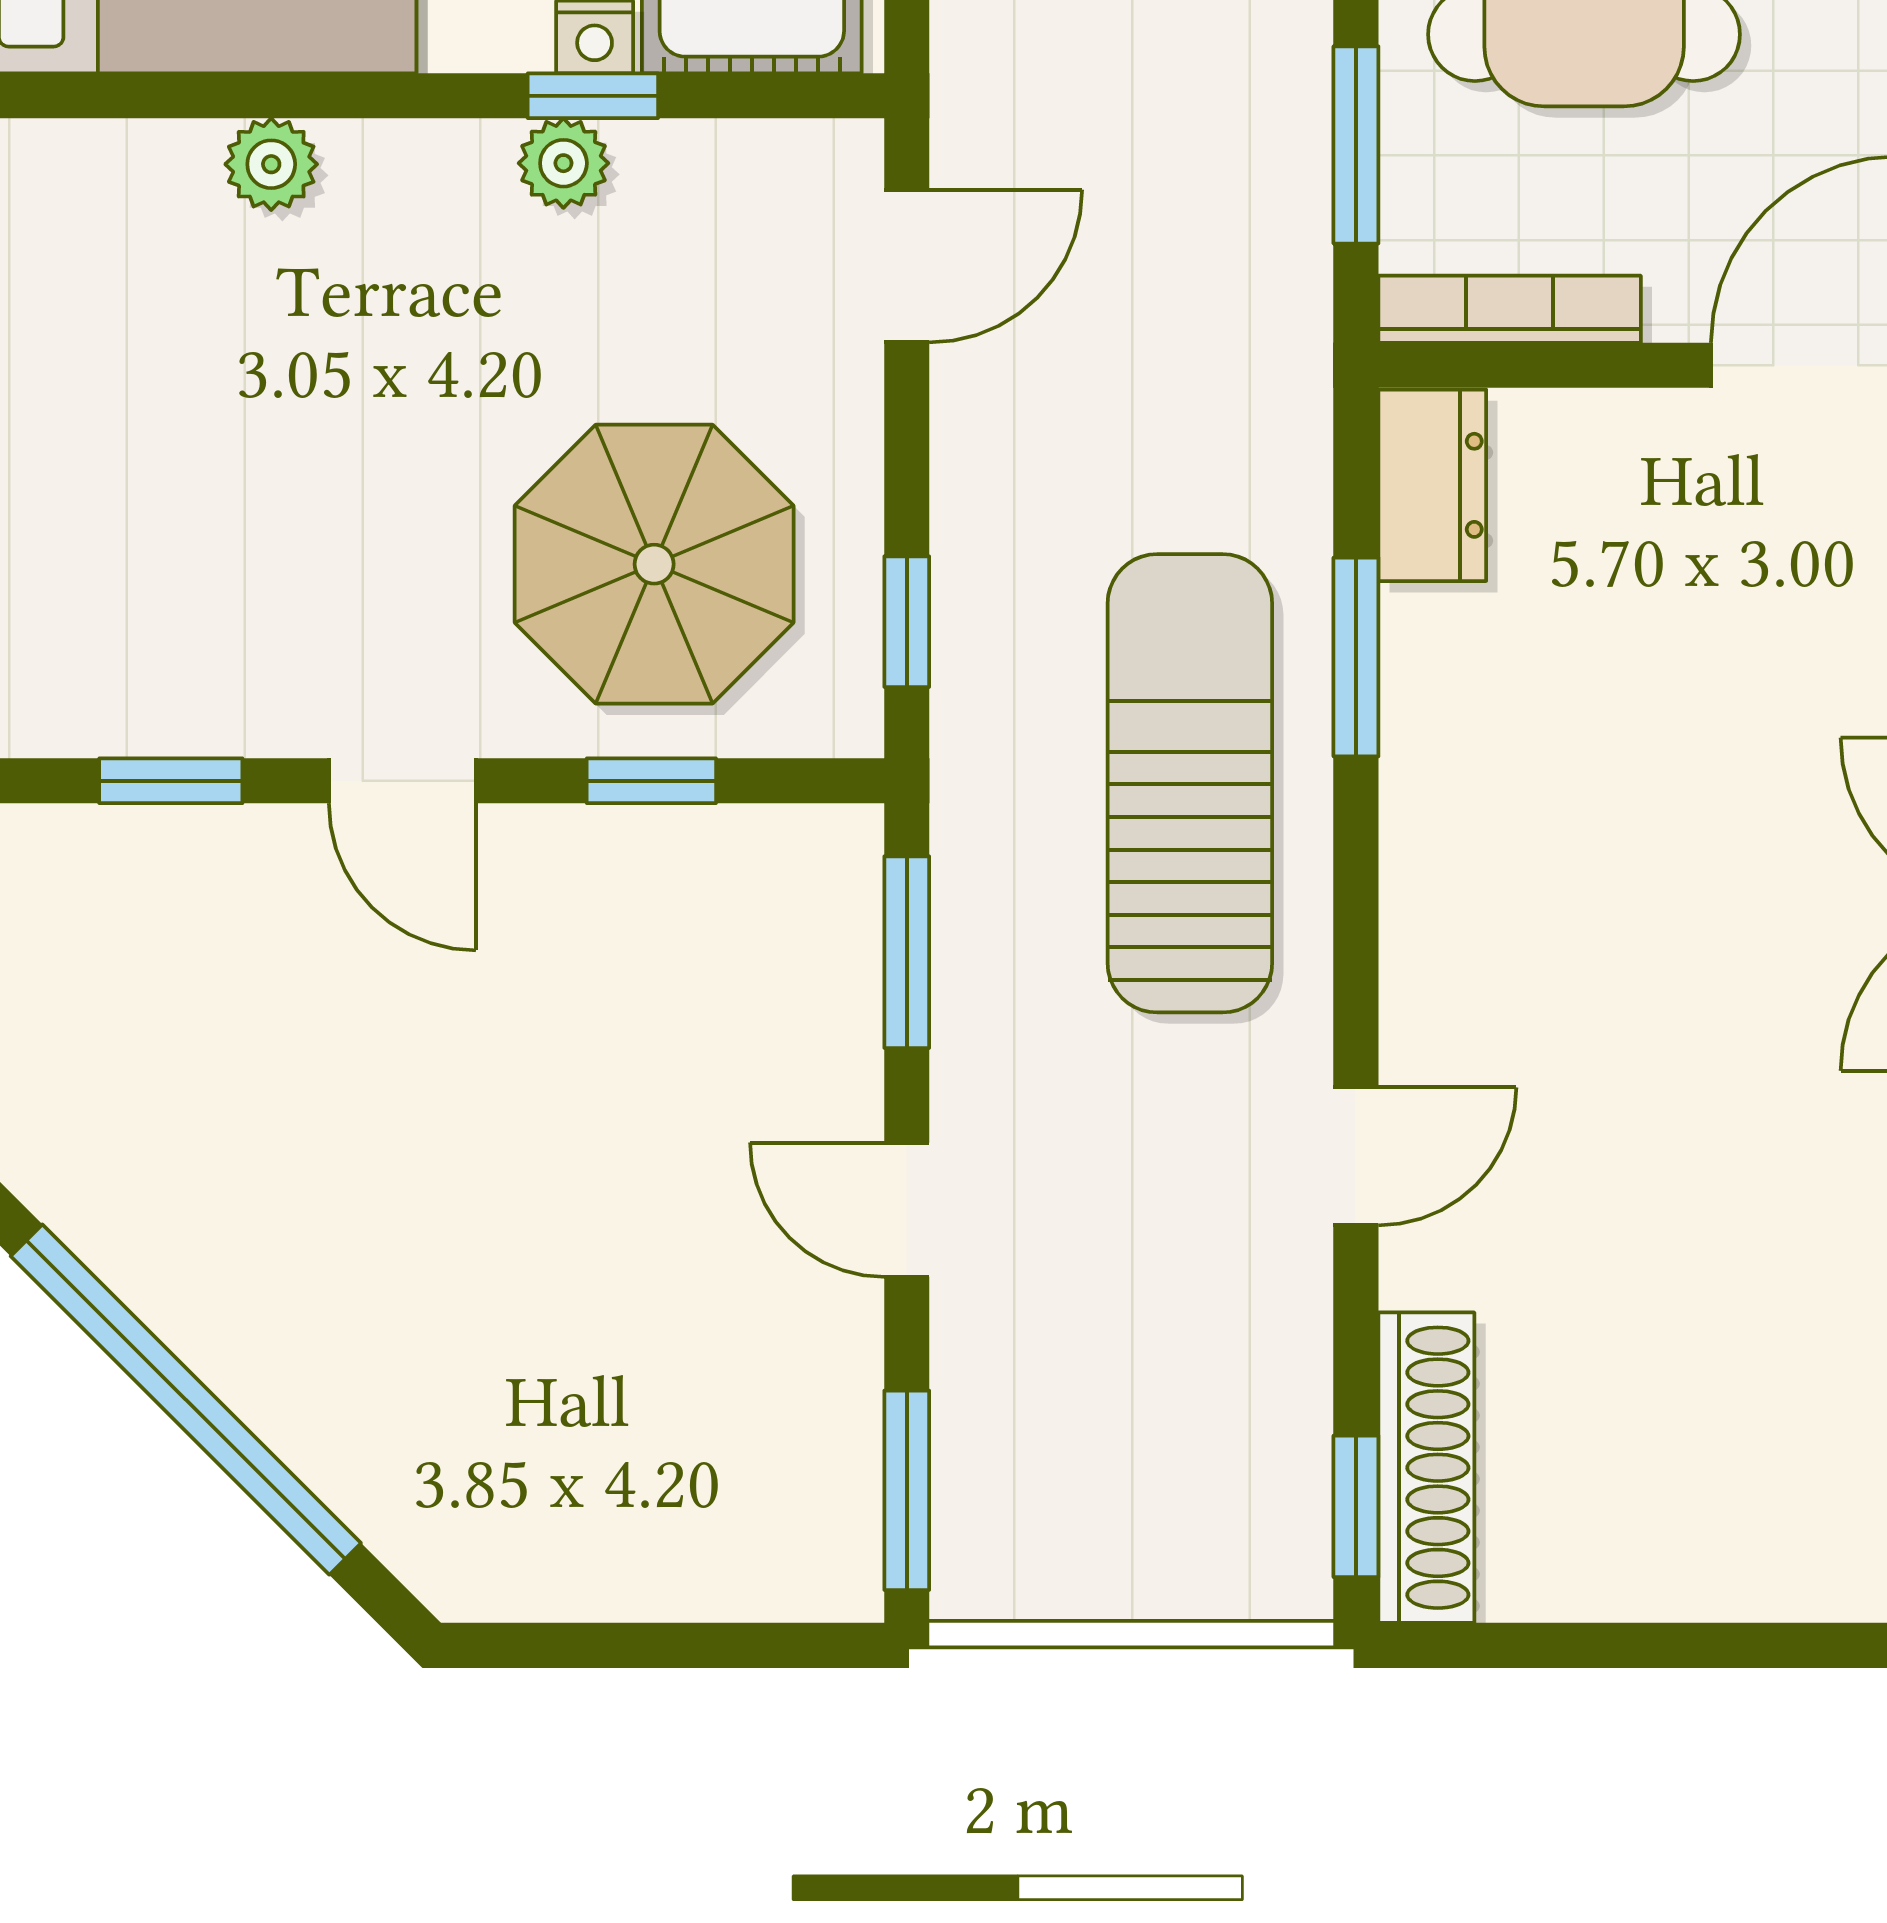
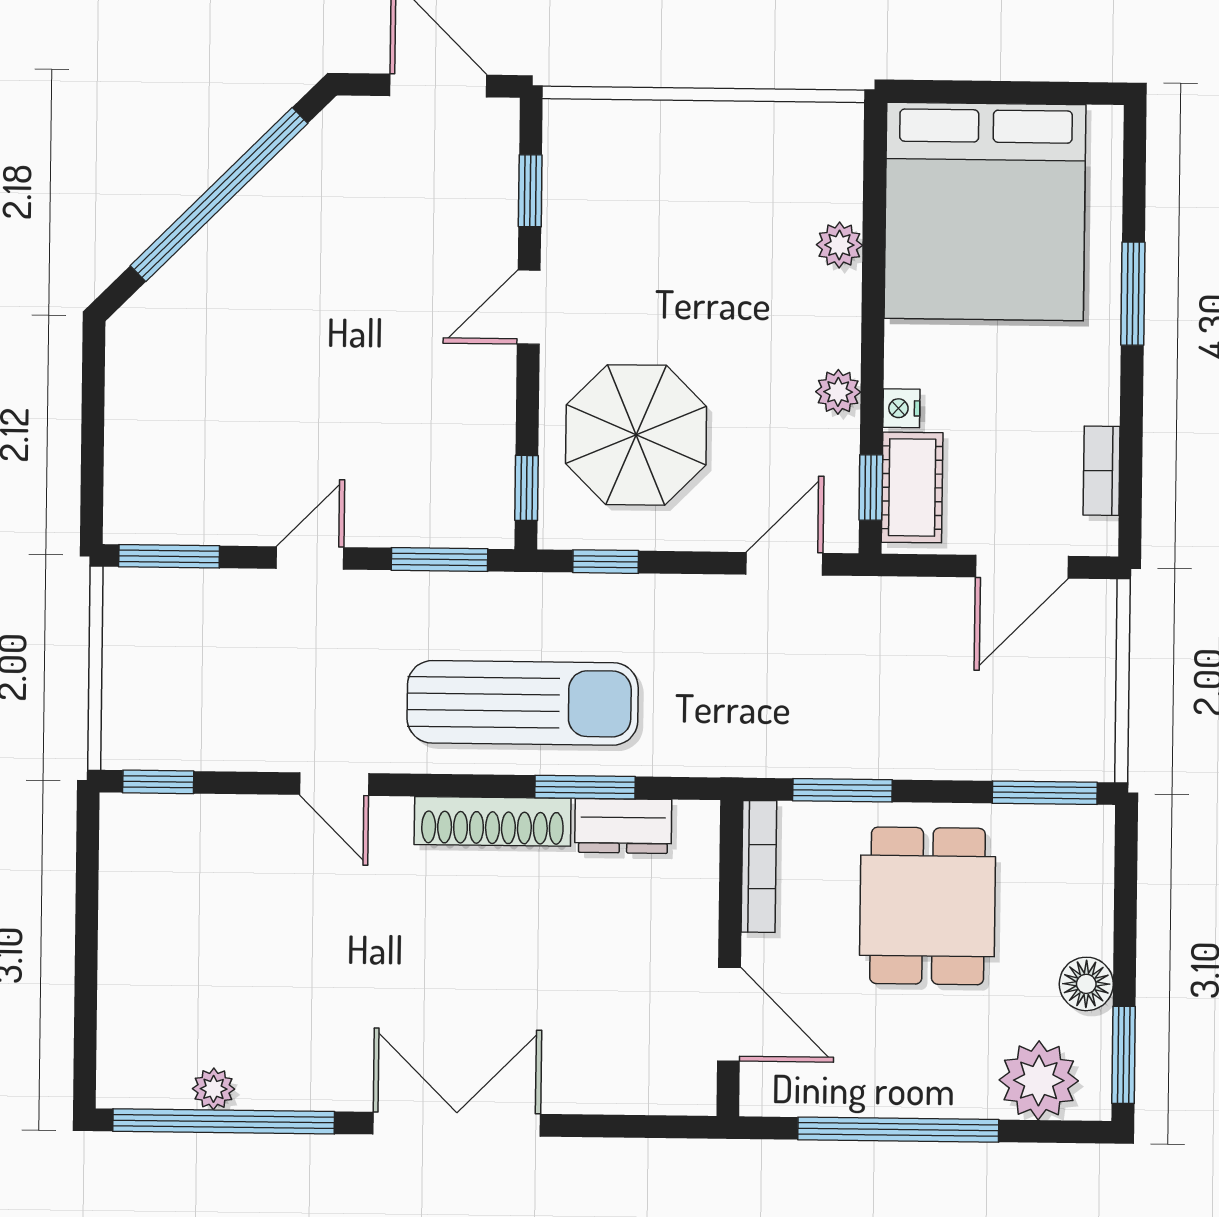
window: (593, 96) -> (871, 488), moved
door: (907, 266) -> (784, 564), swing flipped
dresser: (1432, 485) -> (623, 826), moved
window: (651, 781) -> (527, 488), moved
shoe rack: (1426, 1468) -> (493, 821), moved

